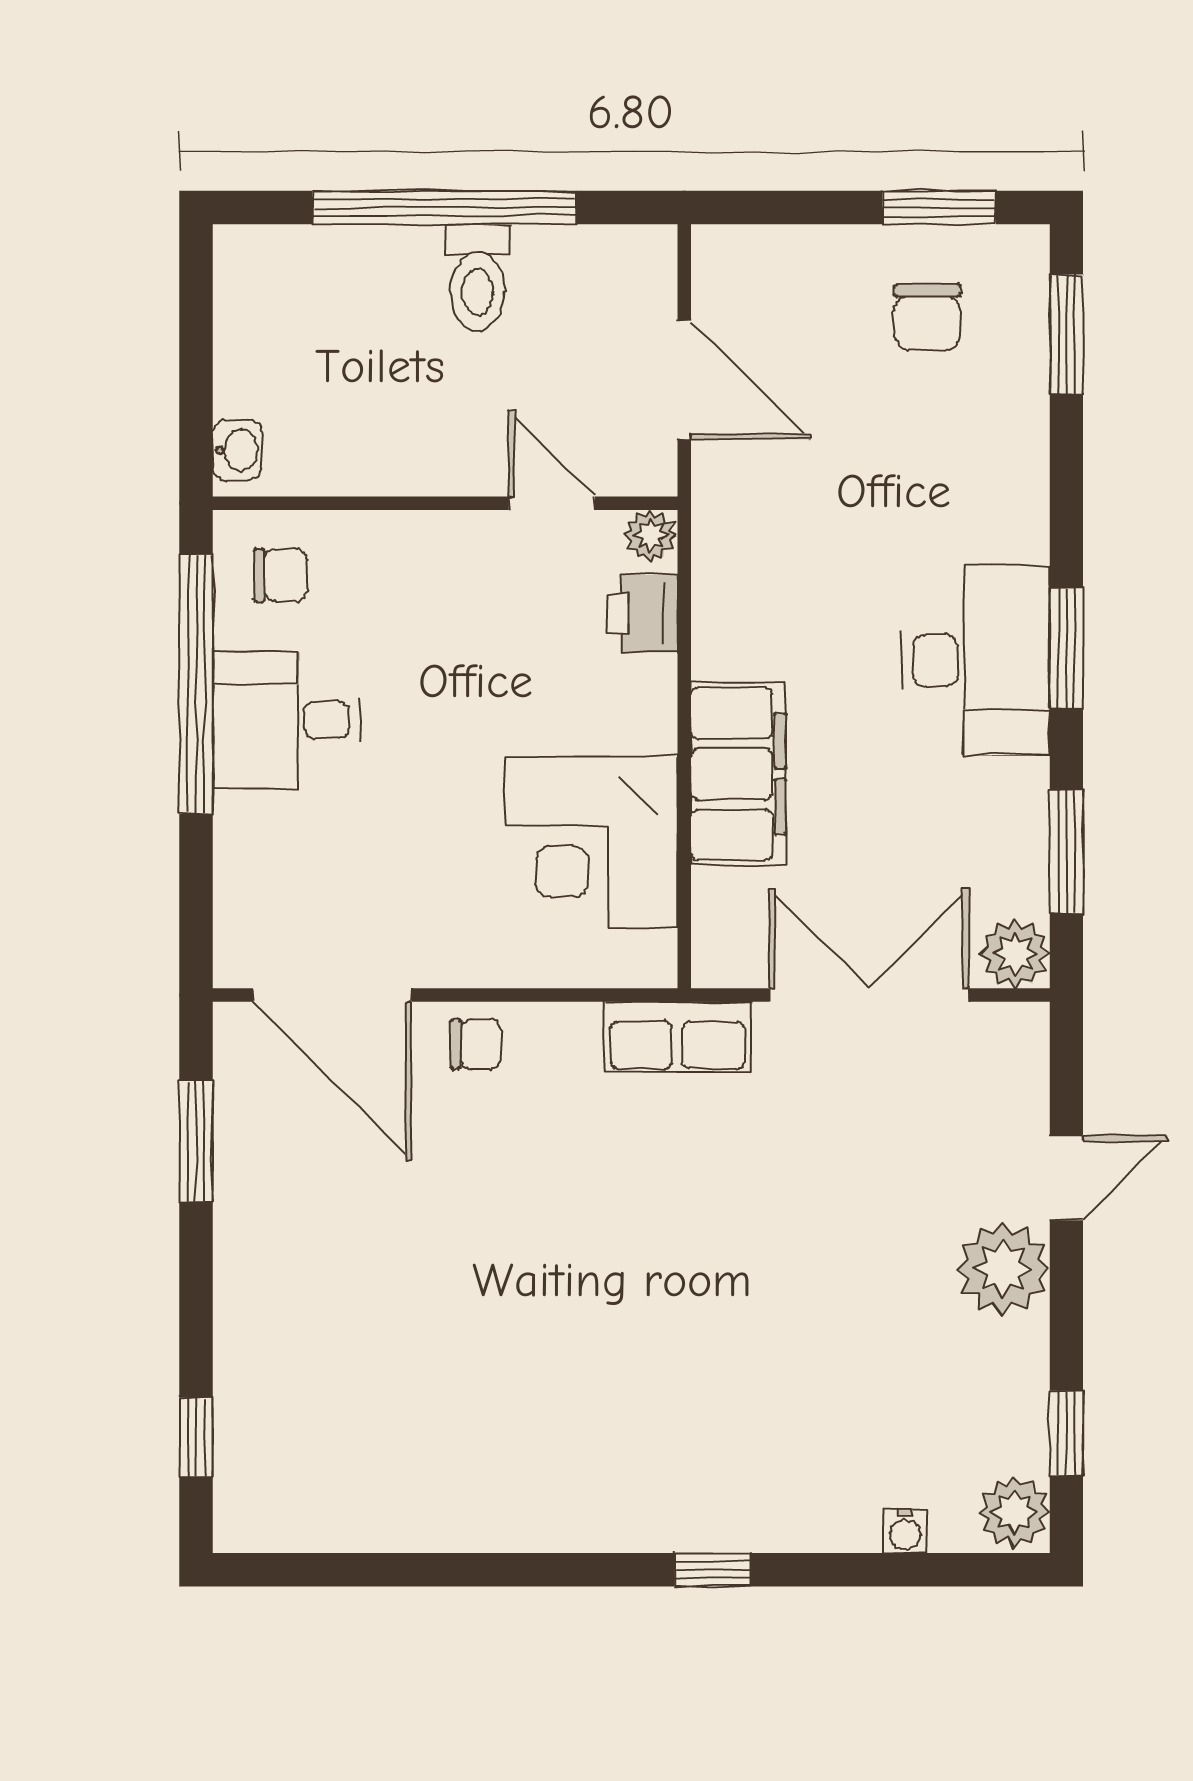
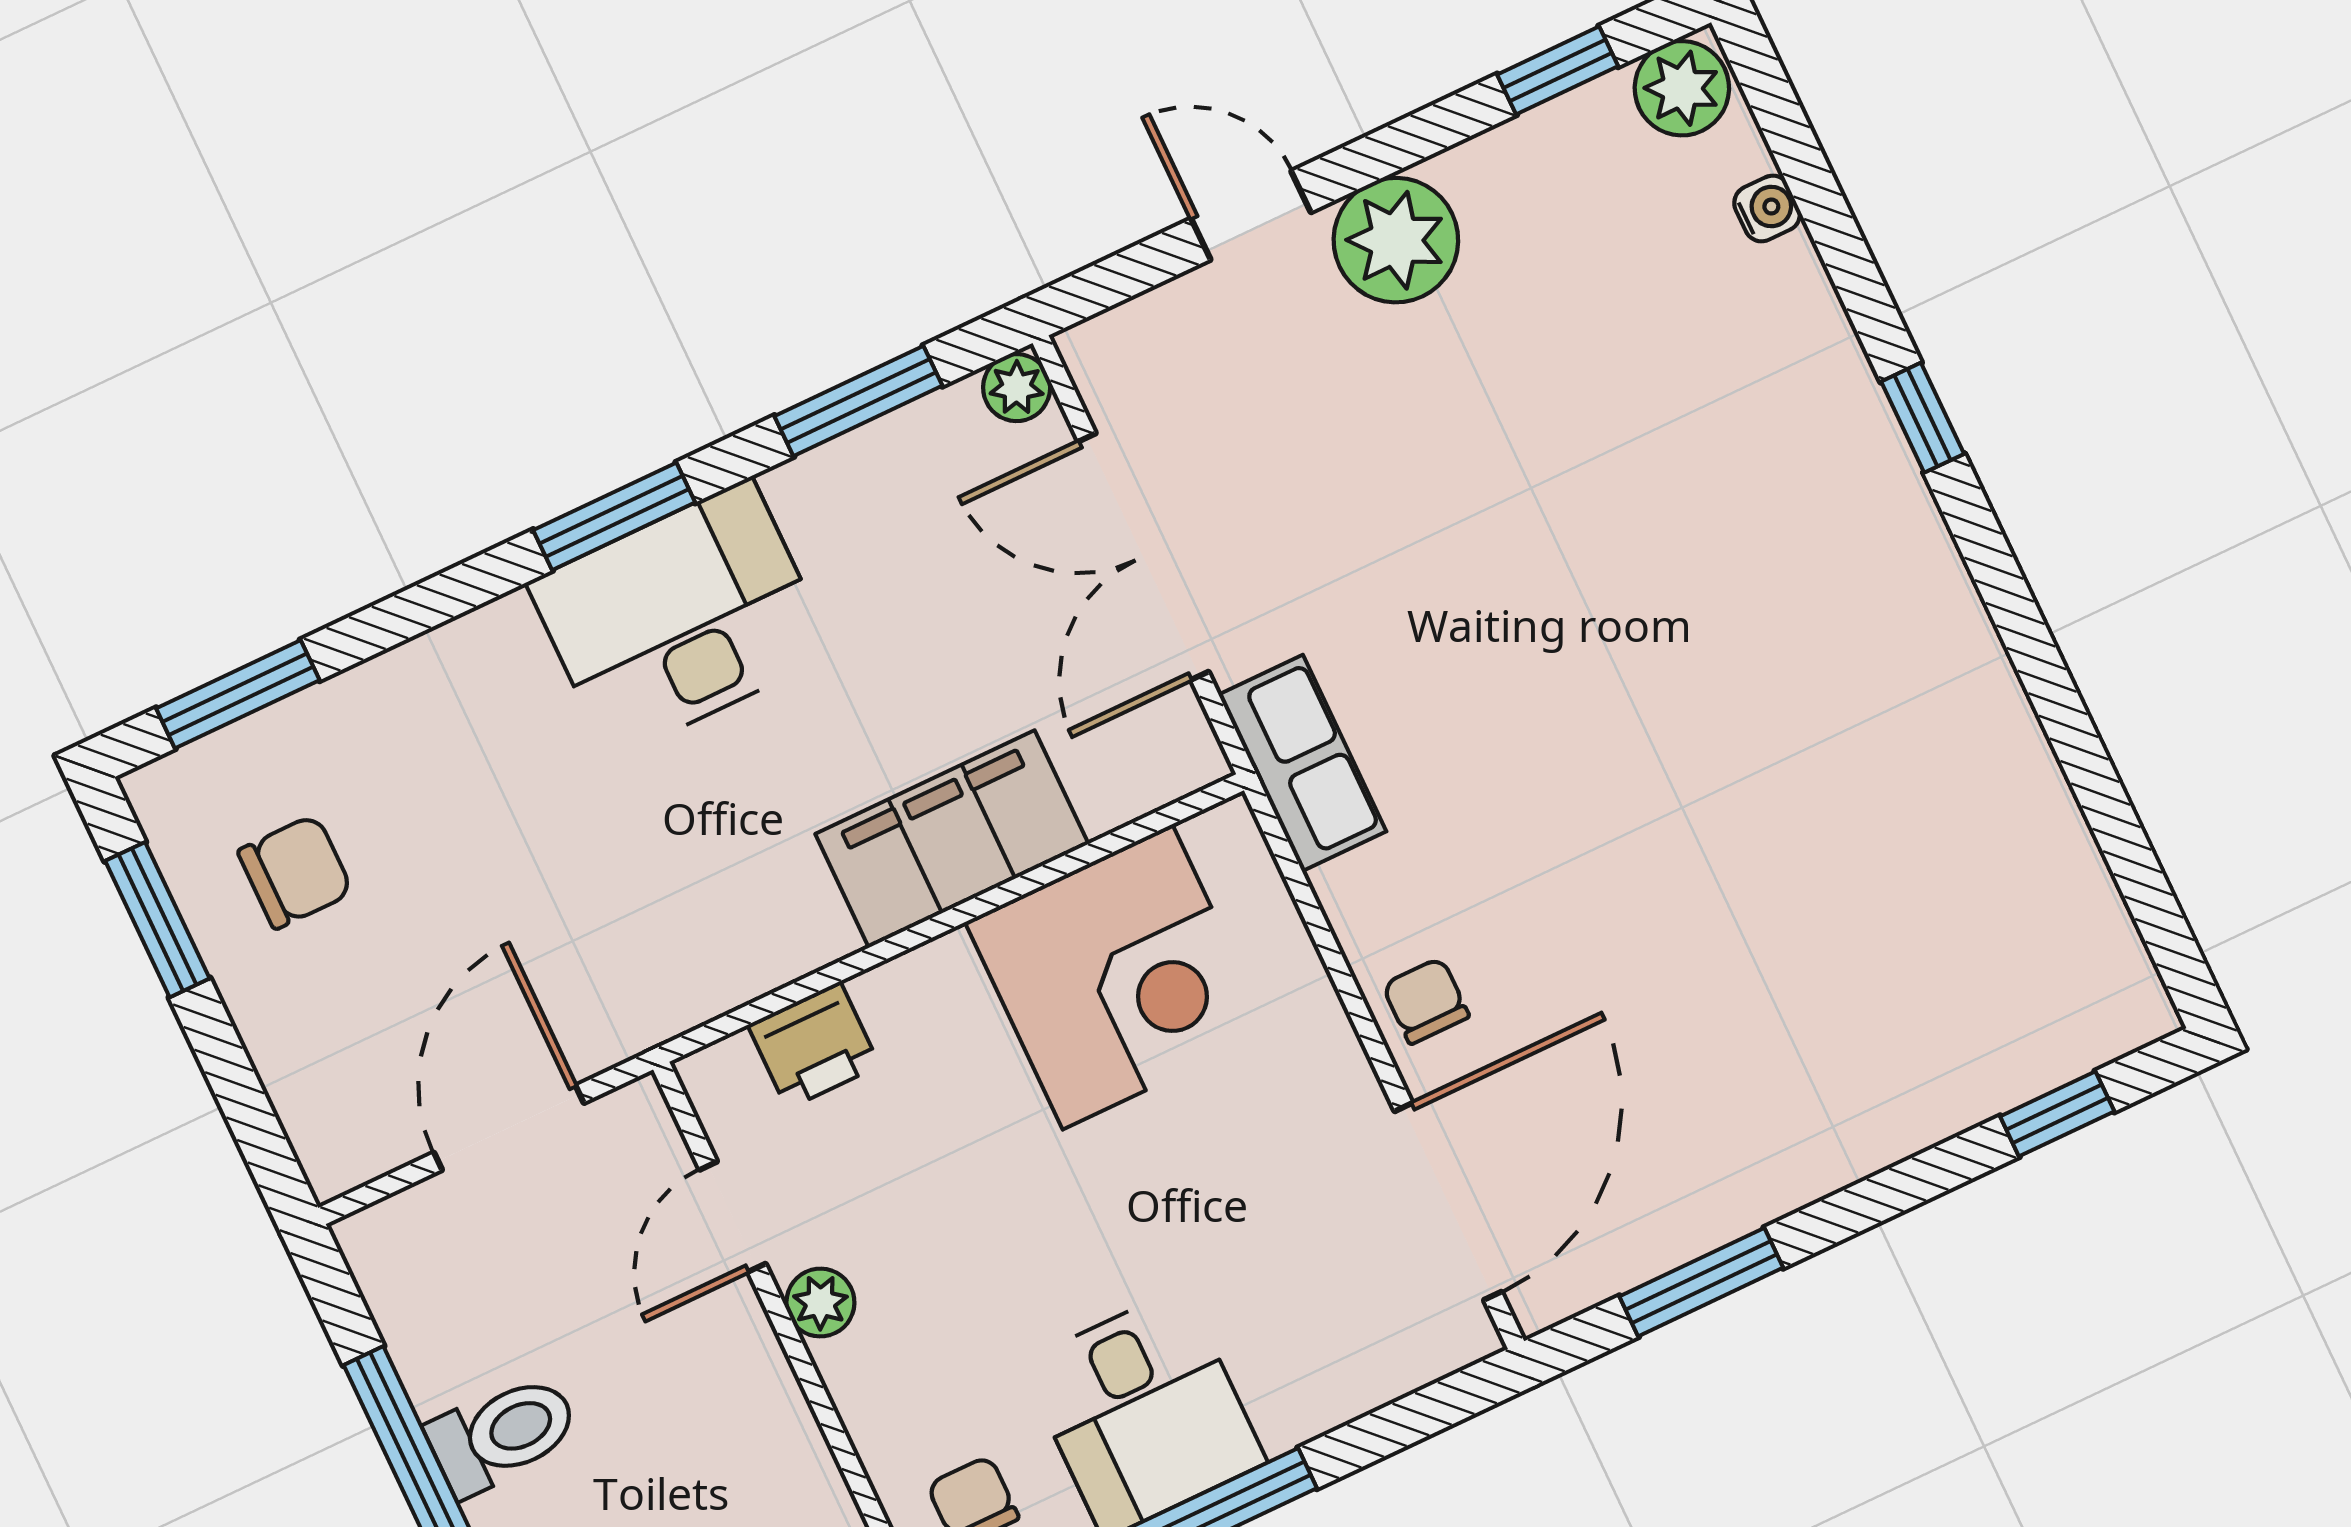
plant: (650, 536) -> (820, 1303), moved
plant: (1015, 954) -> (1017, 388), width x0.73, depth x0.73

